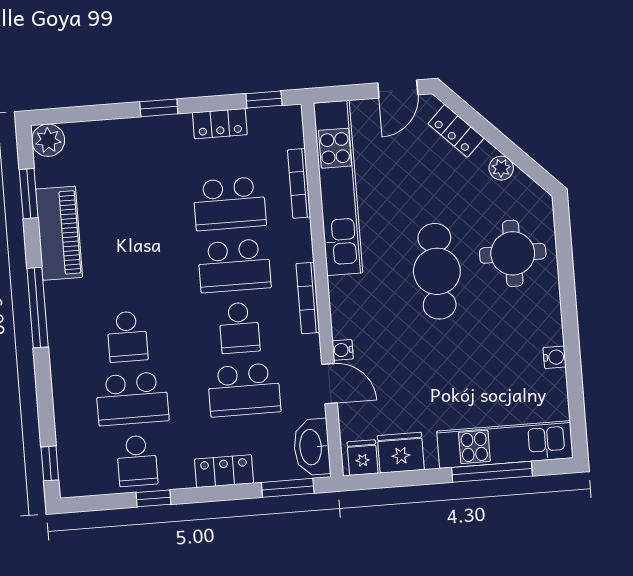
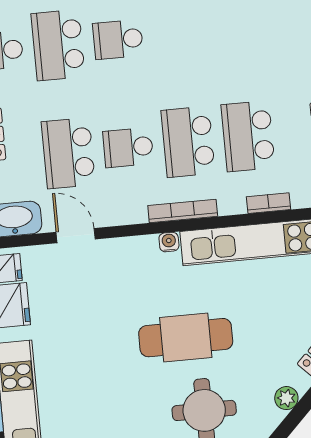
bookcase: (299, 183) -> (269, 203), width x0.64
bookcase: (308, 298) -> (183, 211), moved
water cooler: (343, 350) -> (169, 242), moved
door: (330, 384) -> (76, 236), swing flipped

